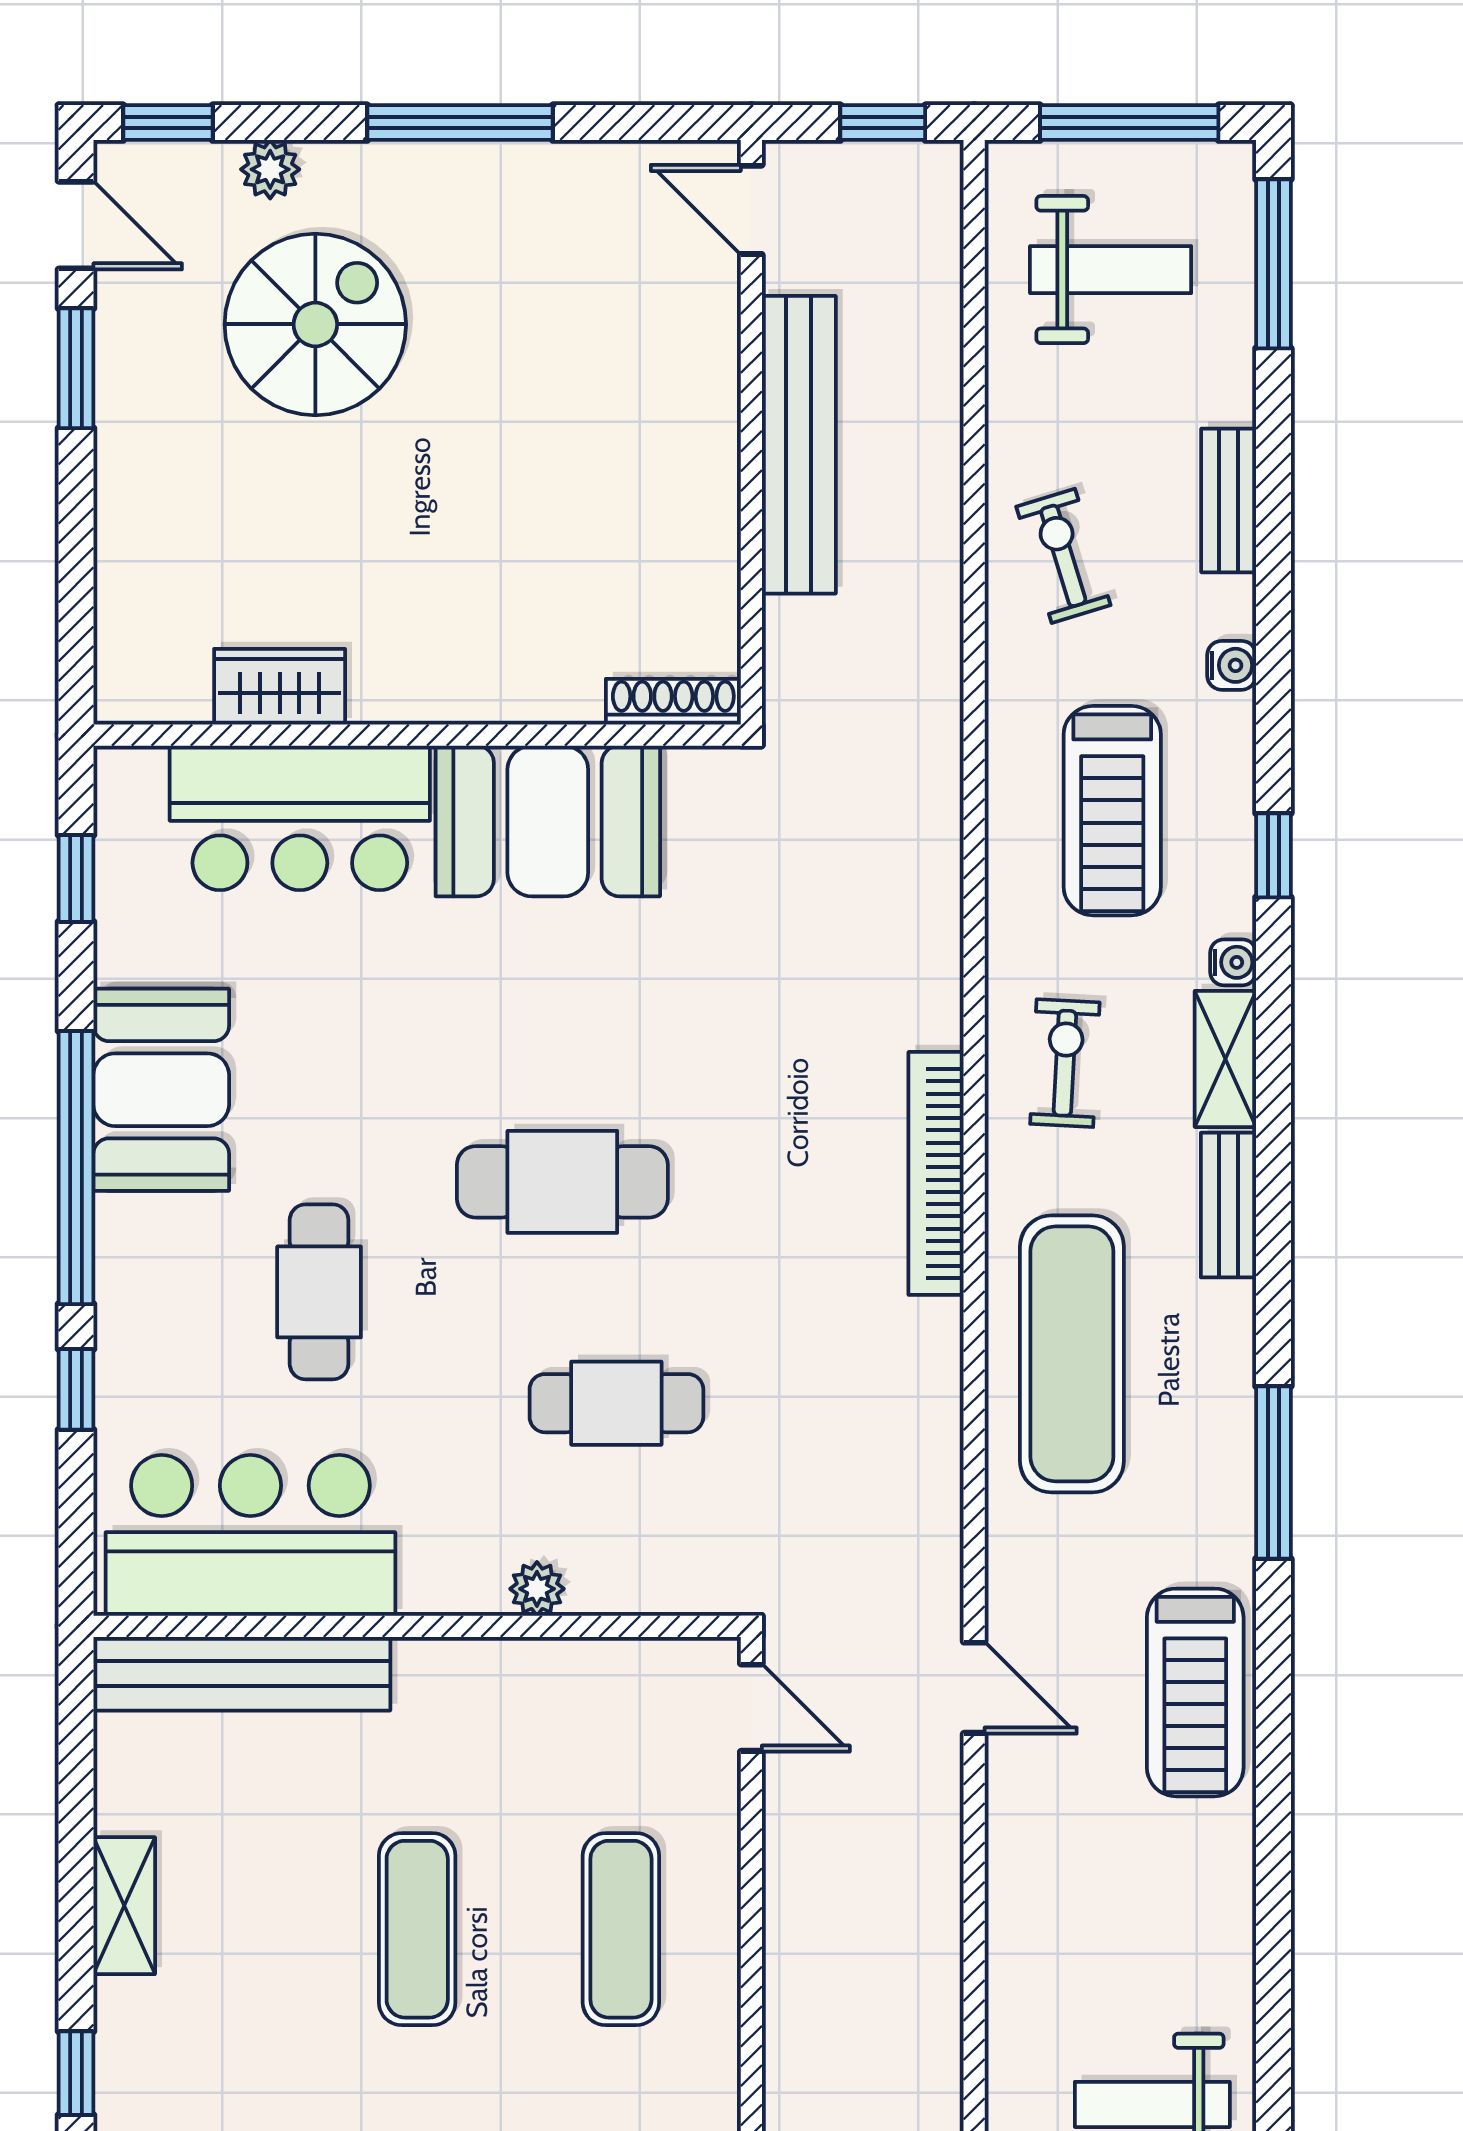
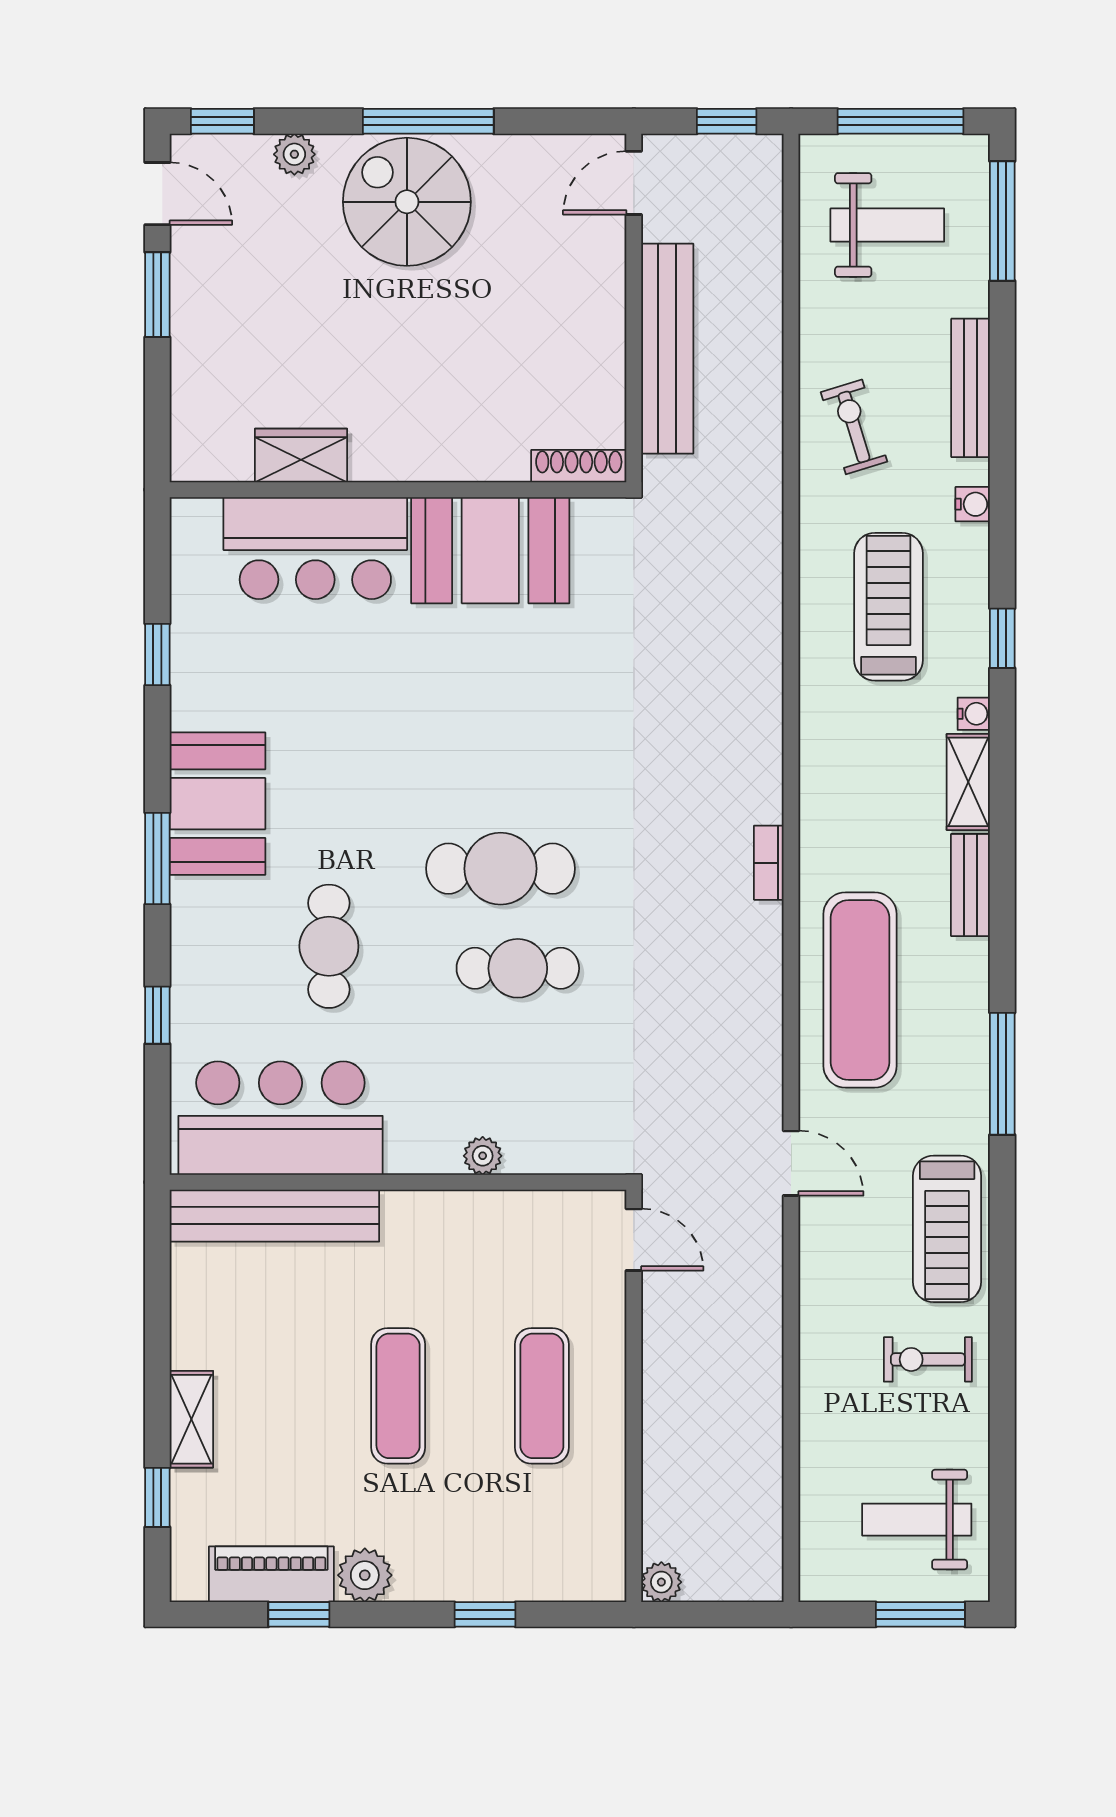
door: (751, 210) -> (634, 183), hinge flipped
spiral stairs: (315, 324) -> (407, 202), moved, turned -90
bench: (1229, 500) -> (971, 388), width x1.36
wardrobe: (280, 687) -> (301, 455), moved
shoe rack: (673, 702) -> (579, 466), moved
wall: (417, 735) -> (398, 490), moved
treadmill: (1112, 811) -> (889, 607), turned 180
bar counter: (300, 818) -> (315, 548), moved
booth: (548, 821) -> (490, 550), moved
exercise bike: (1065, 1063) -> (928, 1359), moved, turned -93
window: (76, 1168) -> (157, 859), width x0.47
bookcase: (936, 1173) -> (769, 863), width x0.43, depth x0.76
cafe table: (616, 1403) -> (518, 968), moved
door: (974, 1688) -> (791, 1163), moved
shelving: (124, 1906) -> (191, 1419), moved

